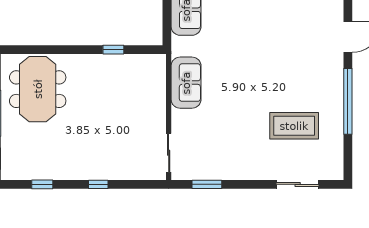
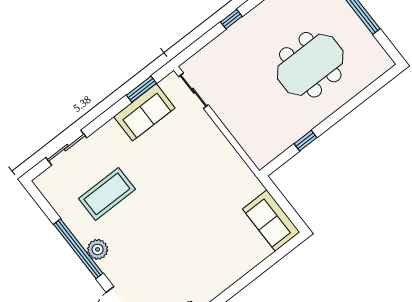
sofa: (186, 83) -> (144, 112), moved, turned -90
meeting table: (38, 89) -> (310, 65), moved, turned 90
plant: (334, 90) -> (98, 249), added

